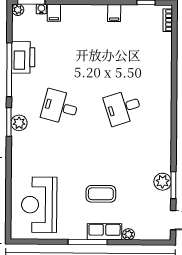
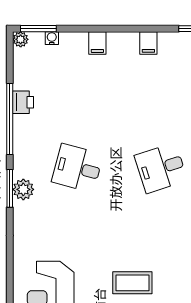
filing cabinet: (54, 13) -> (97, 43), moved
printer: (23, 57) -> (23, 102), width x0.53, depth x0.68

